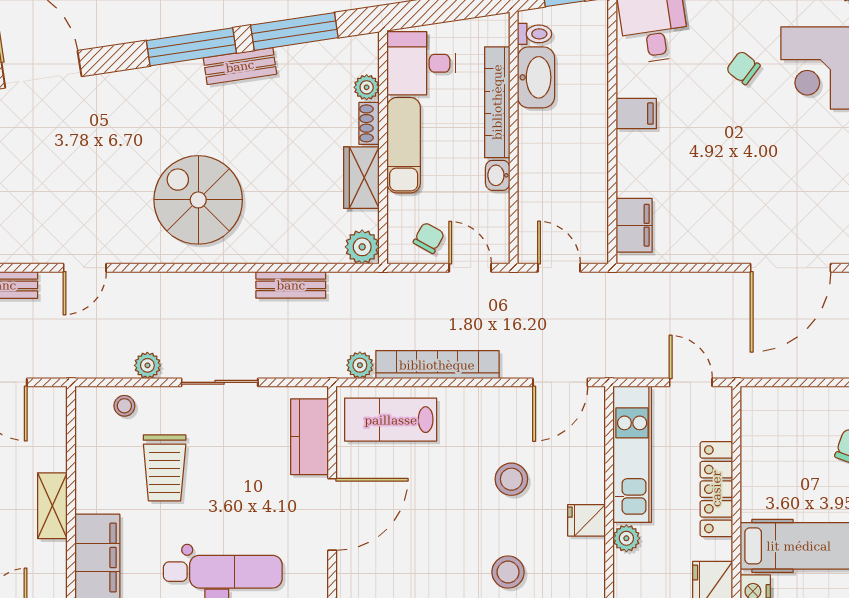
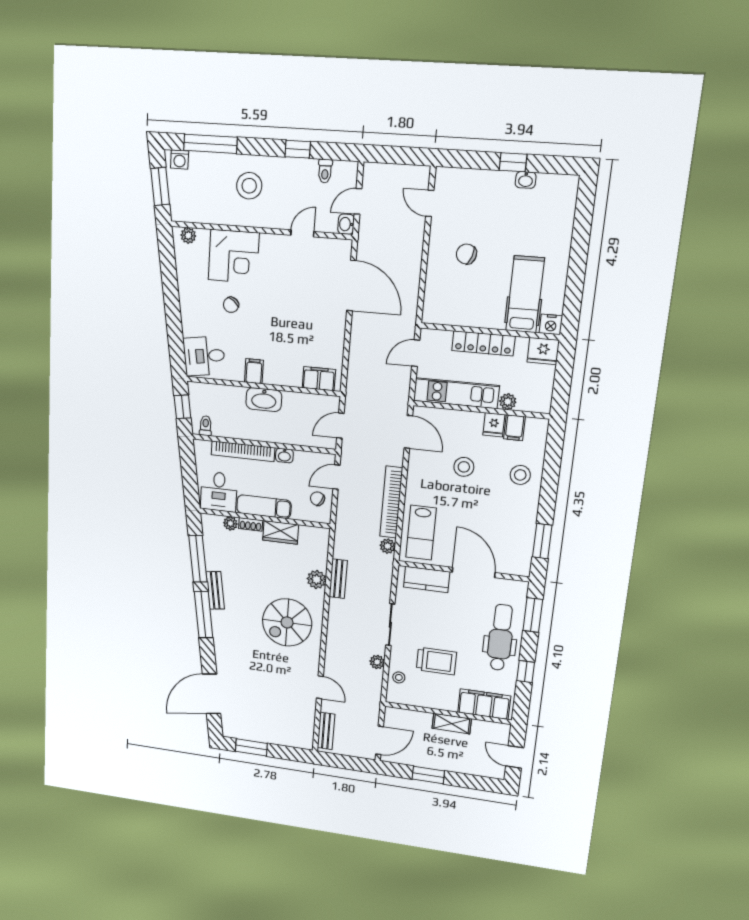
washbasin: (536, 77) -> (264, 400), moved, turned 180
plant: (362, 247) -> (317, 579), moved
filing cabinet: (585, 554) -> (514, 428), added

